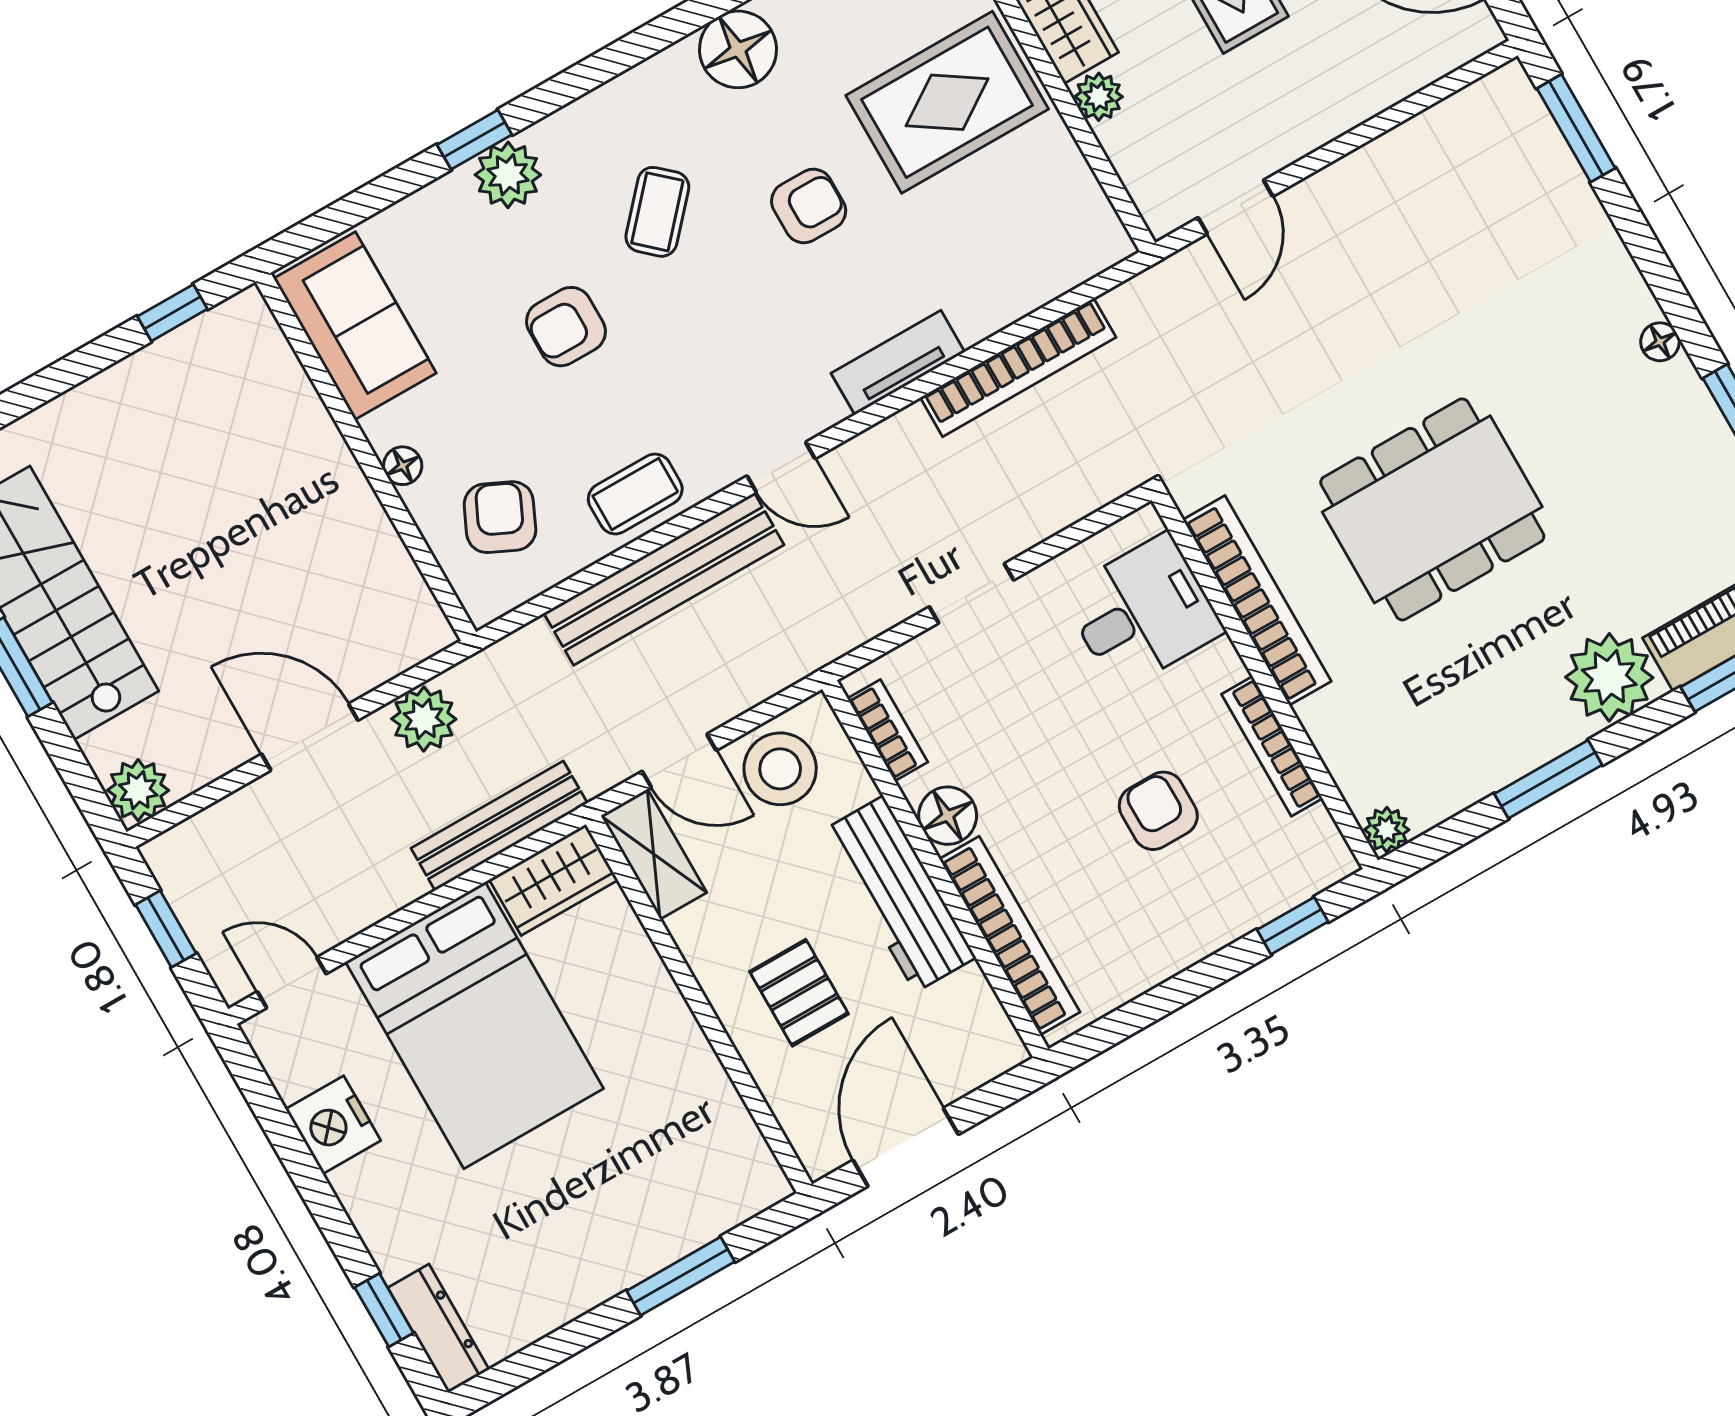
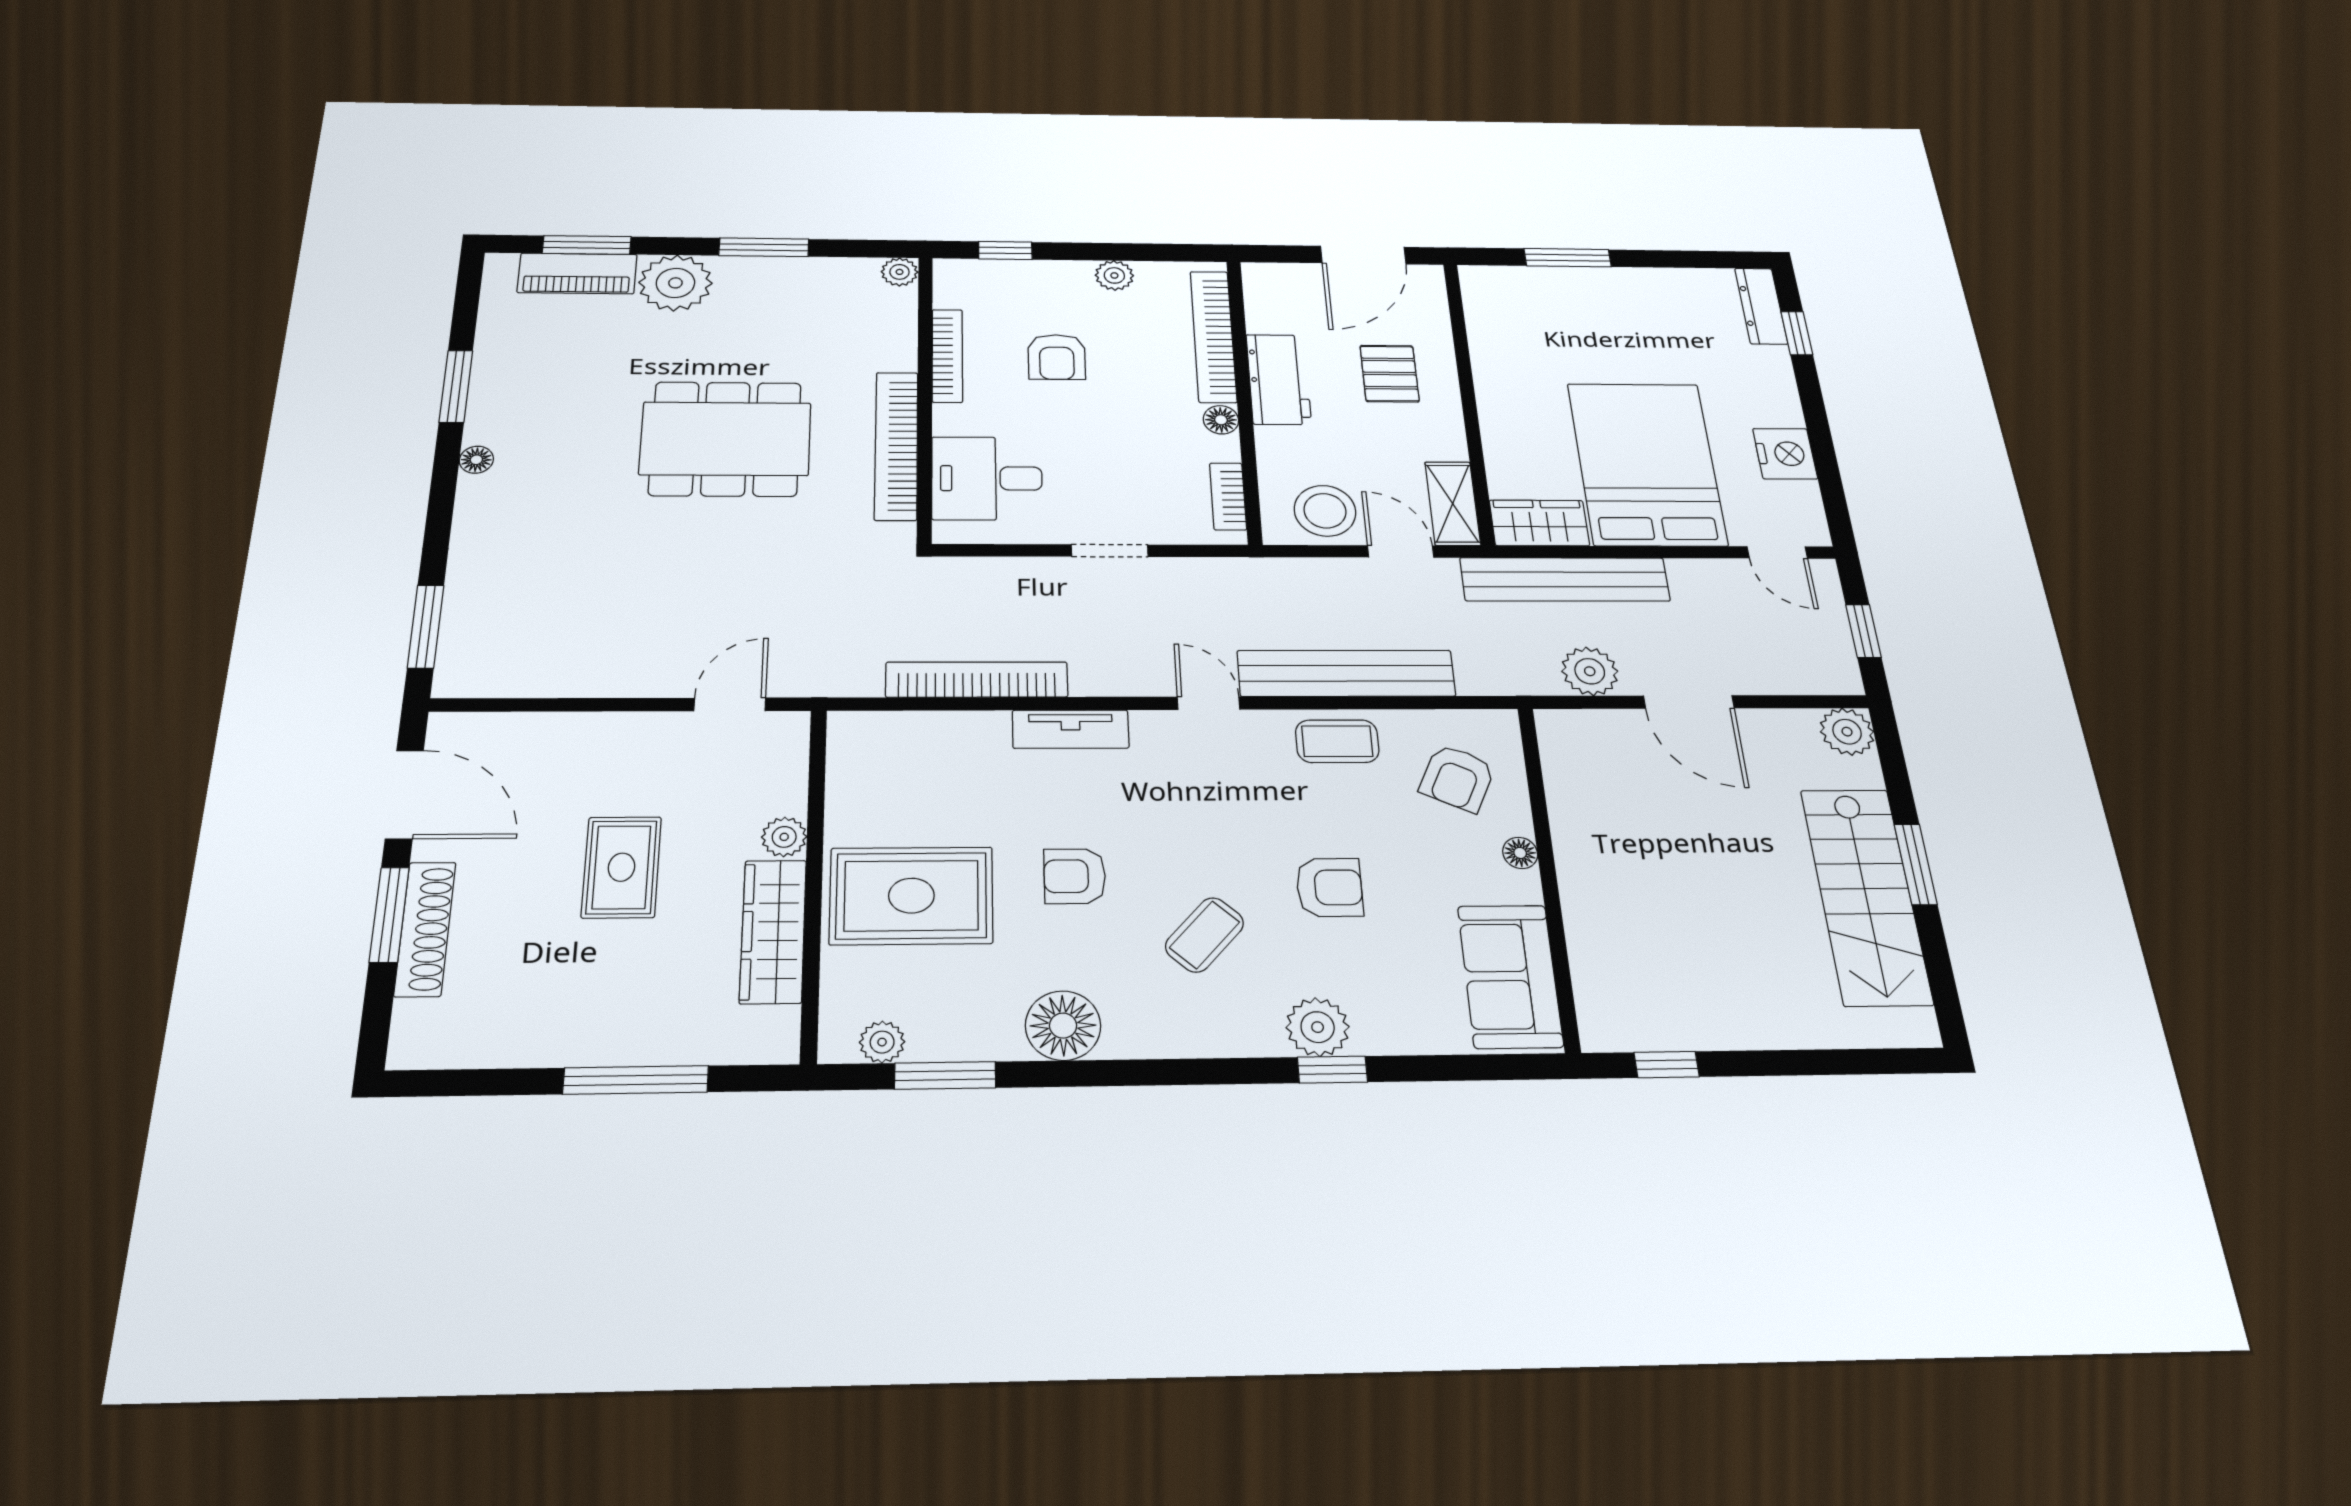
floor lamp: (948, 816) -> (1221, 420), width x0.73, depth x0.73
bench: (499, 826) -> (1565, 579), width x1.37, depth x1.21
workbench: (899, 894) -> (1279, 379), width x0.73
plant: (1158, 959) -> (1114, 275), added

